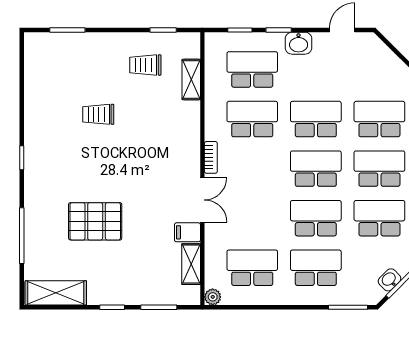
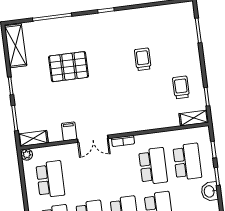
shelving: (191, 79) -> (194, 118), moved
pallet: (95, 221) -> (69, 67), turned 90
shelving: (191, 264) -> (33, 138), moved

